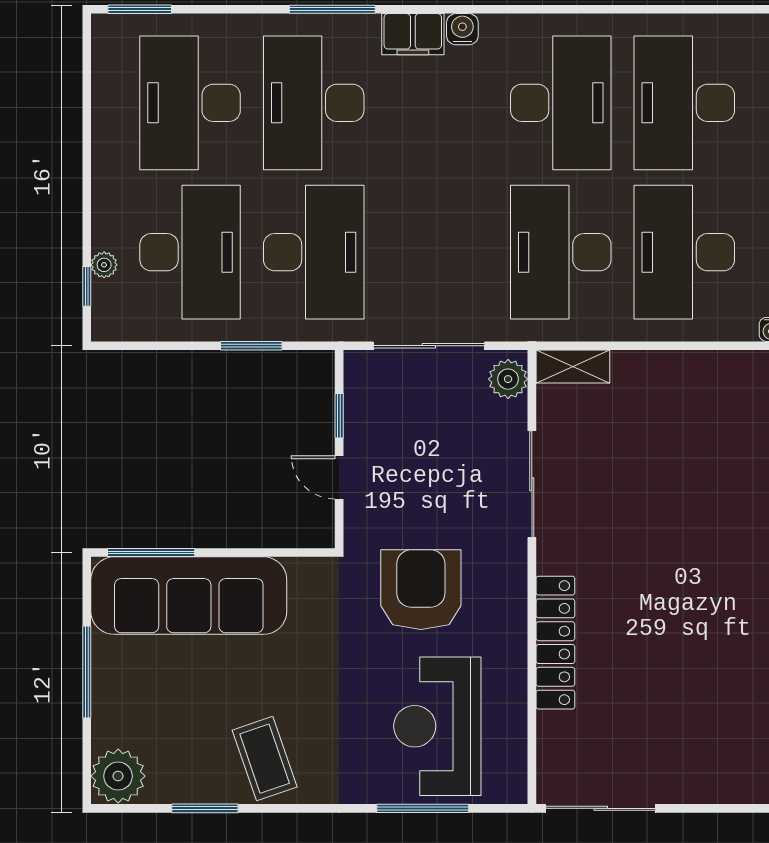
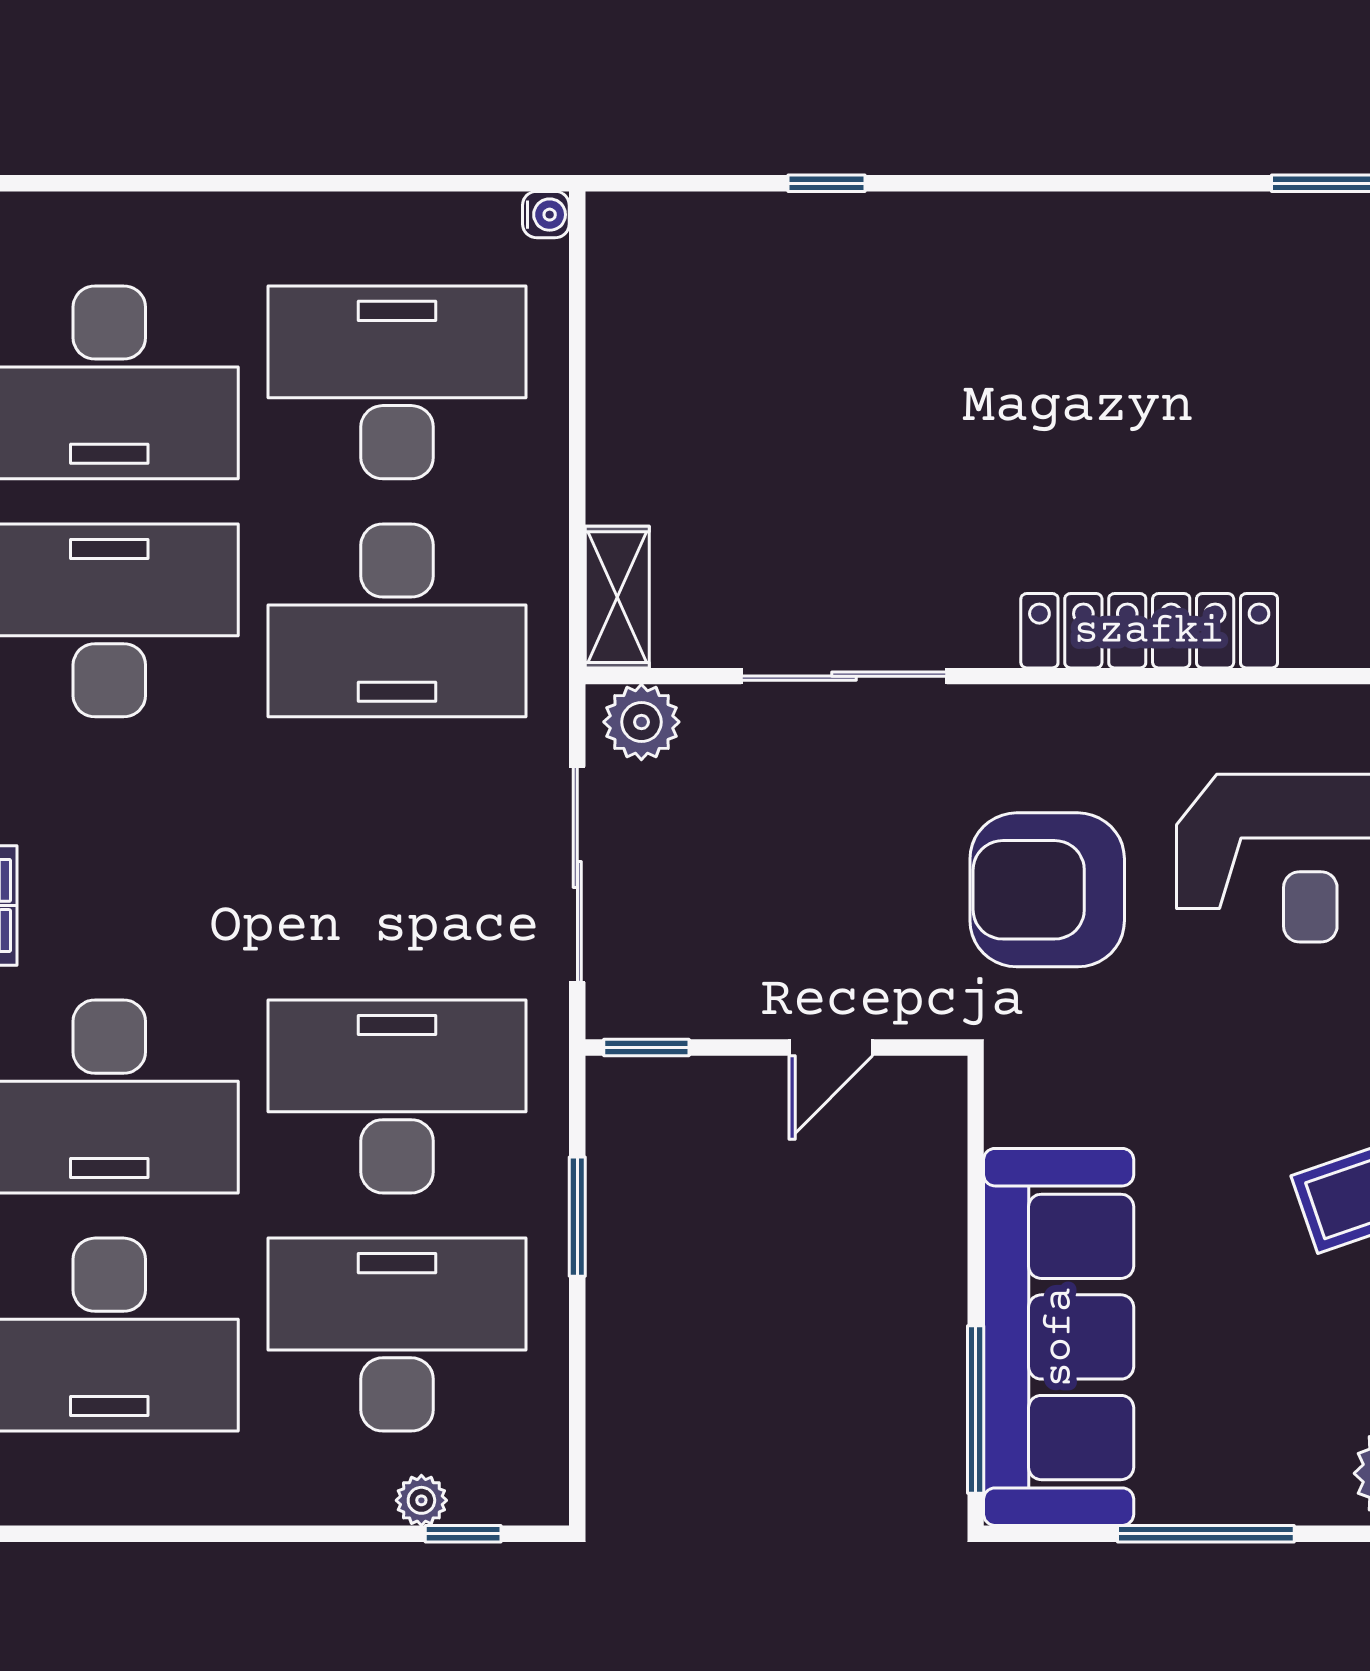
desk: (684, 252) -> (397, 382), turned 180
window: (339, 416) -> (646, 1047), moved

